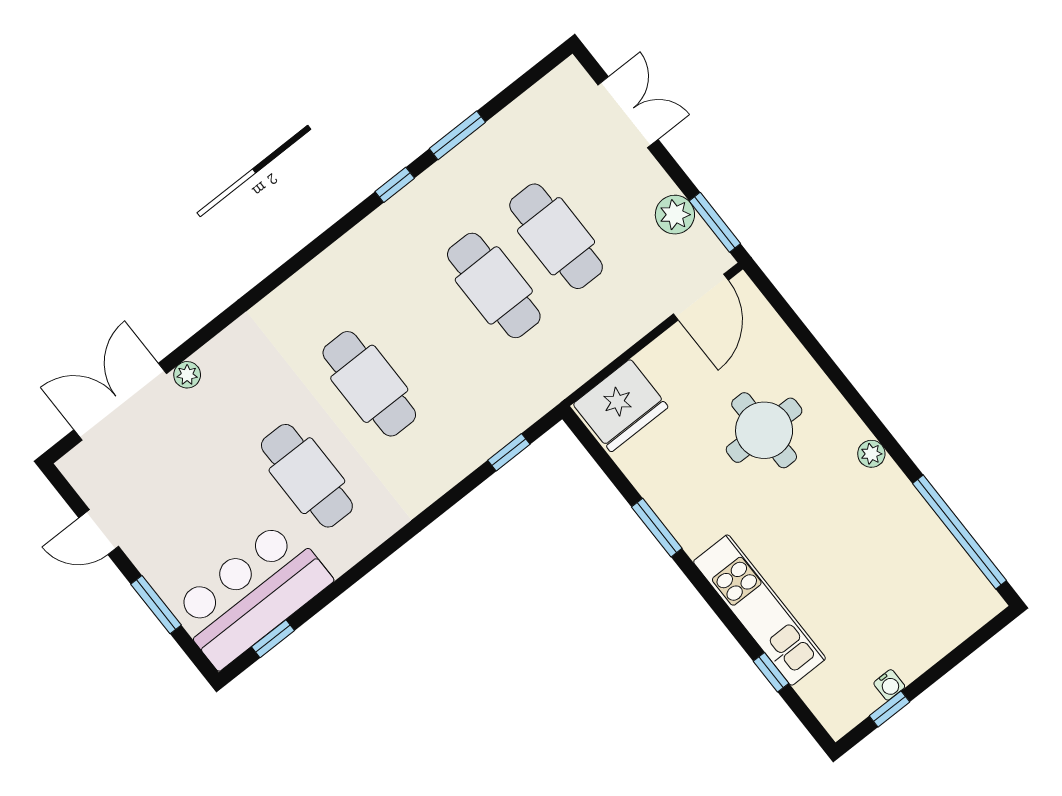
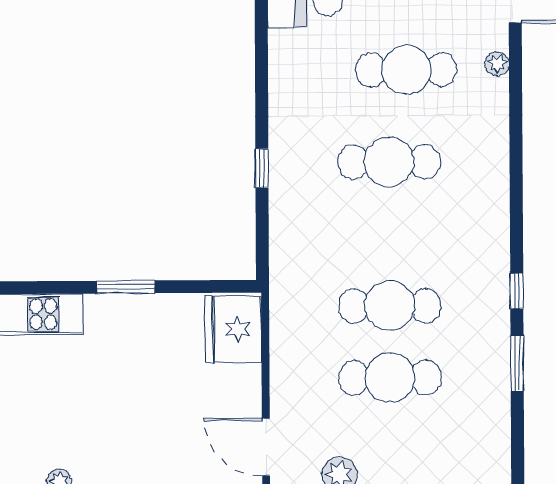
plant: (187, 375) -> (497, 64), moved
round table: (764, 430) -> (136, 418), removed
window: (509, 452) -> (262, 168), moved
cafe table: (307, 476) -> (406, 70), moved

